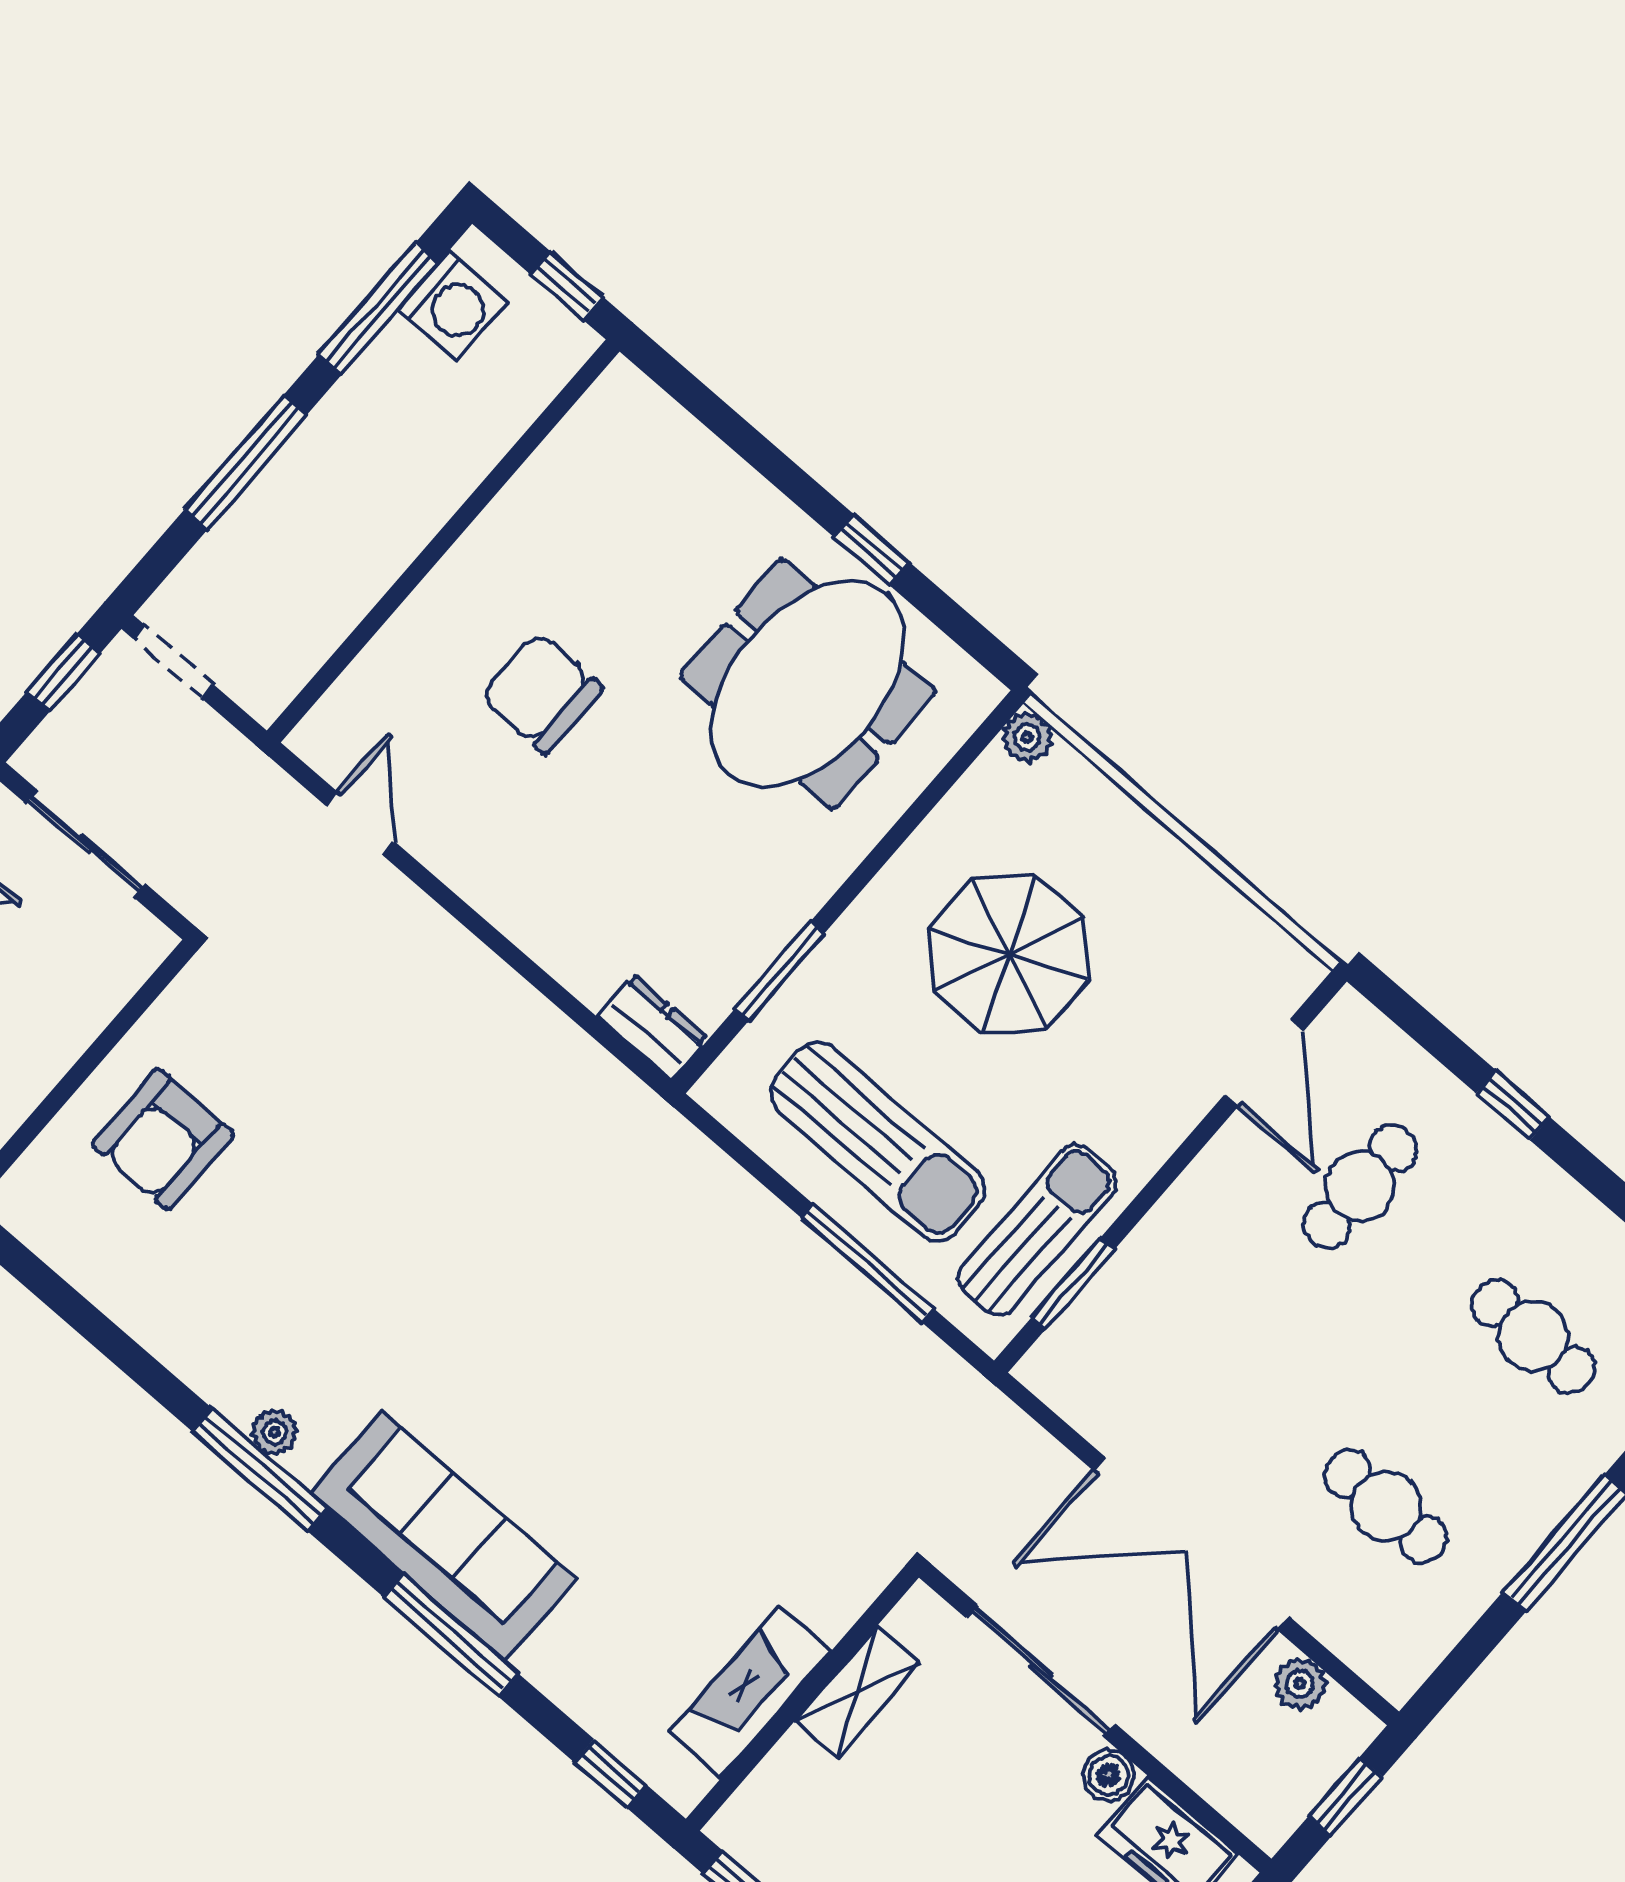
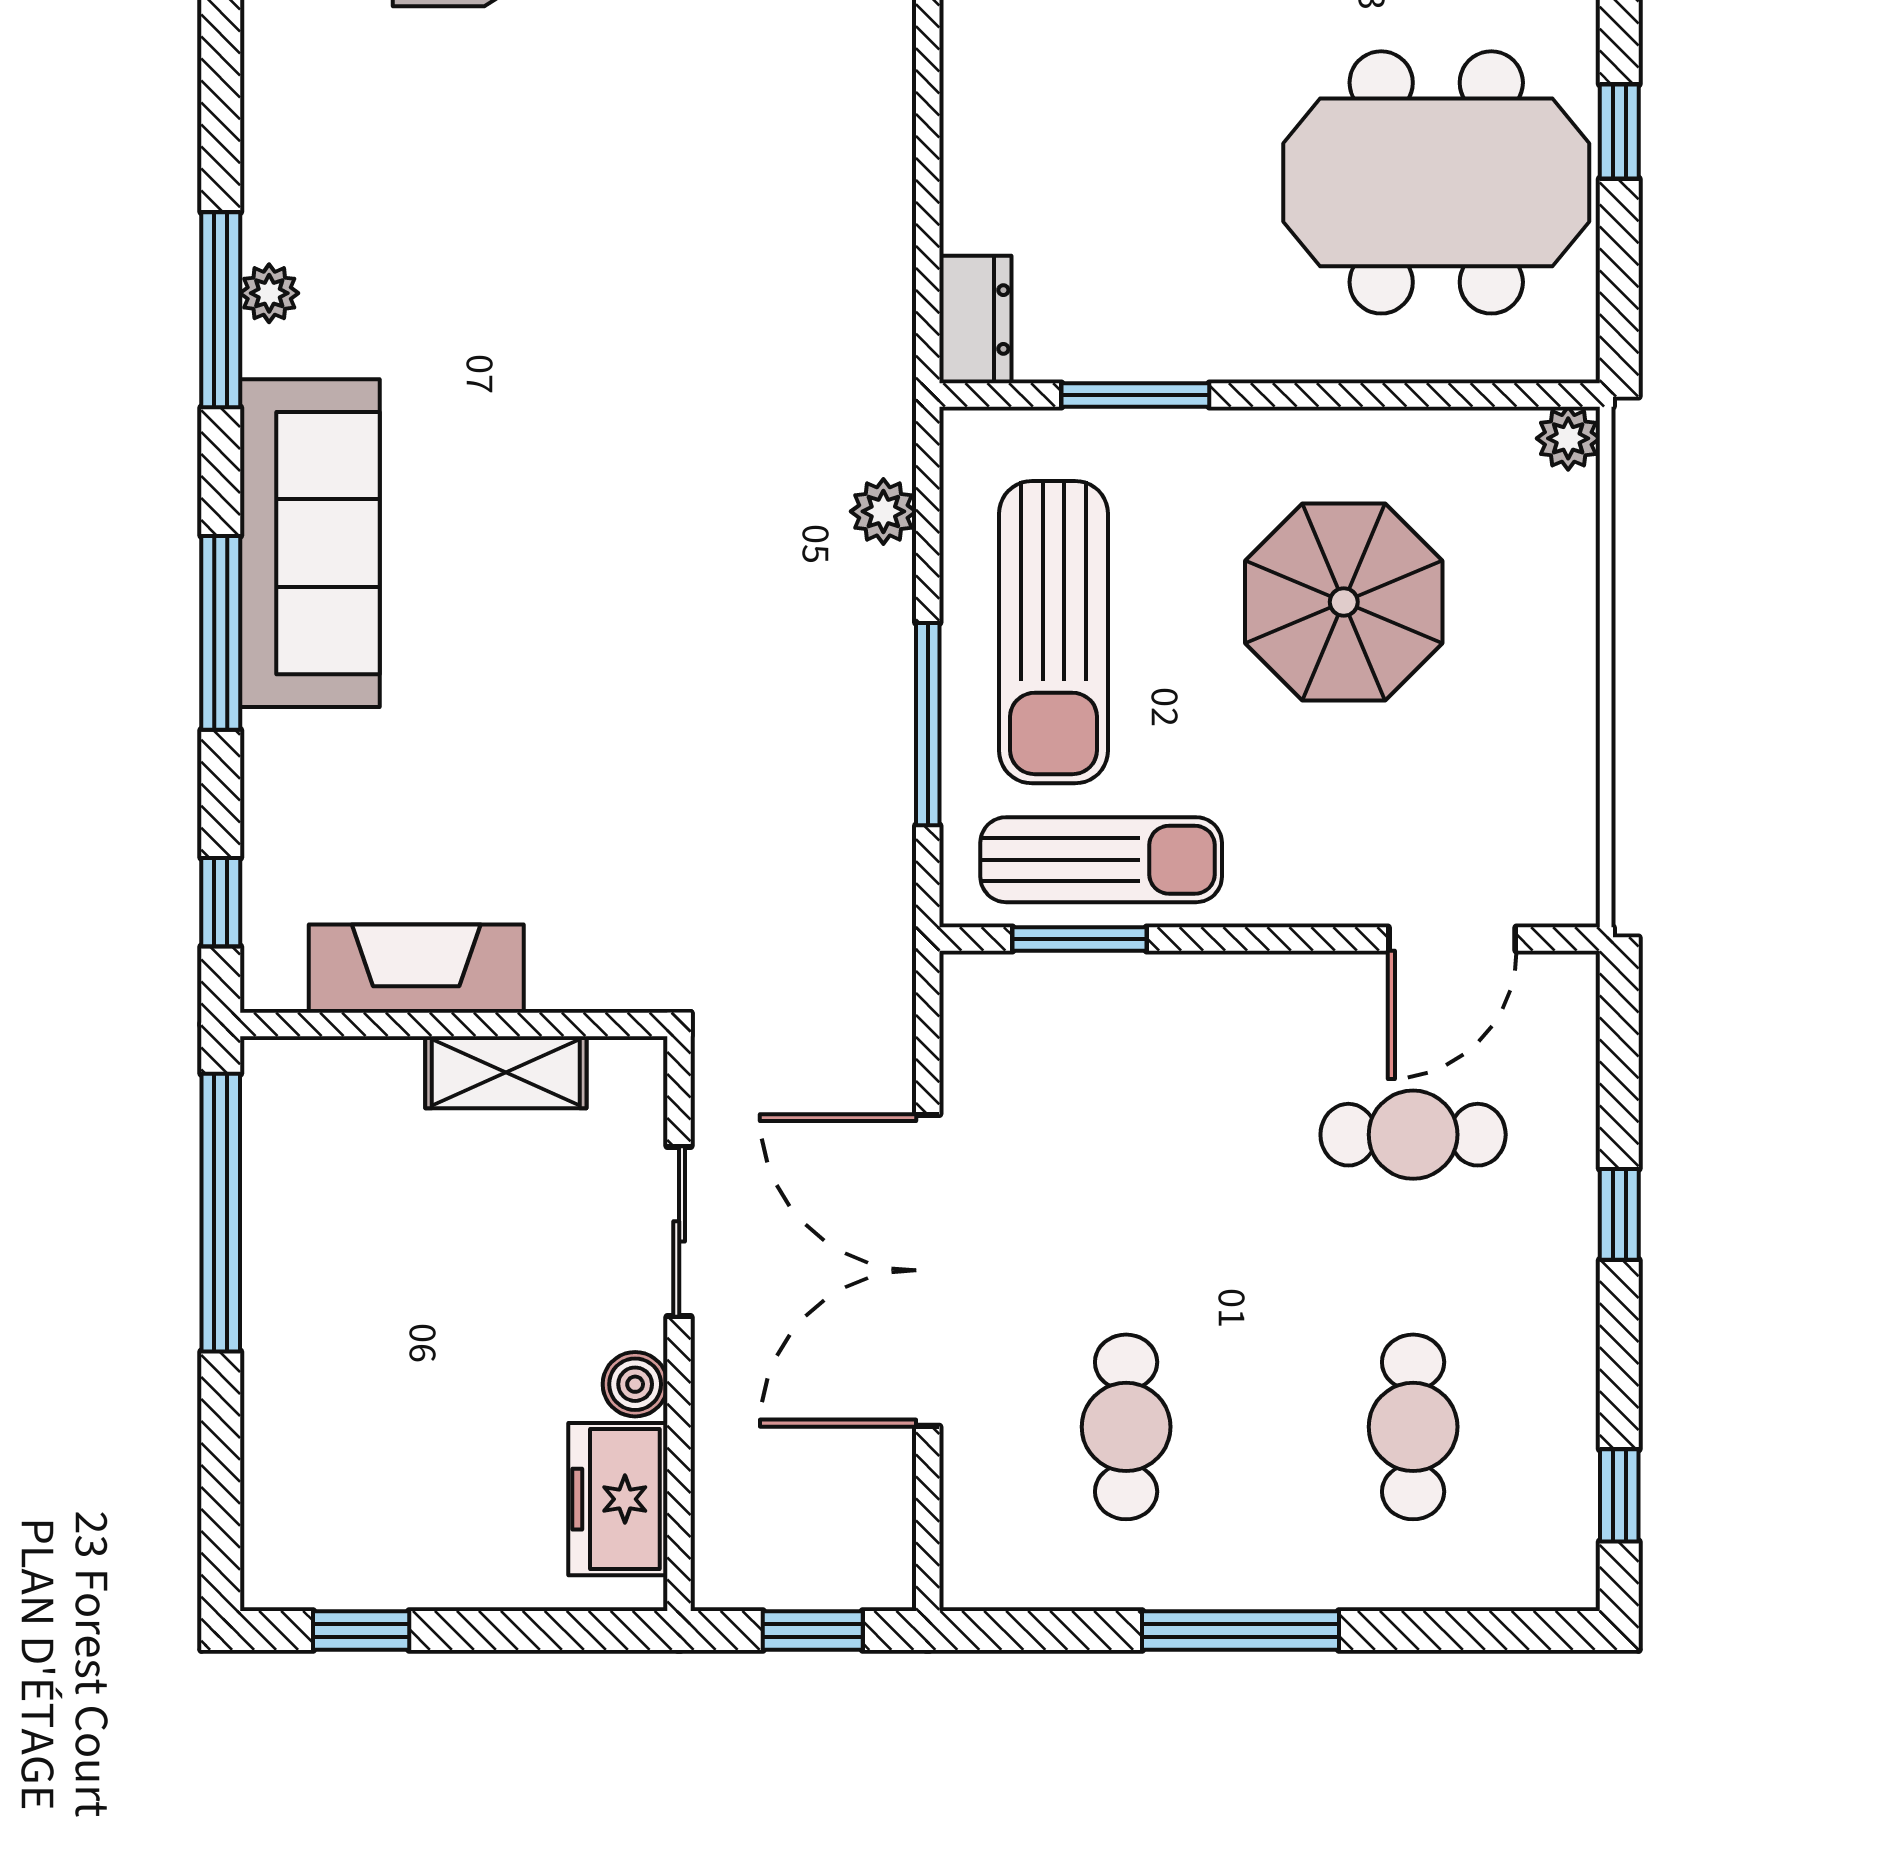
sliding door: (1041, 1671) -> (679, 1231), width x0.73
plant: (1300, 1684) -> (883, 511), moved

